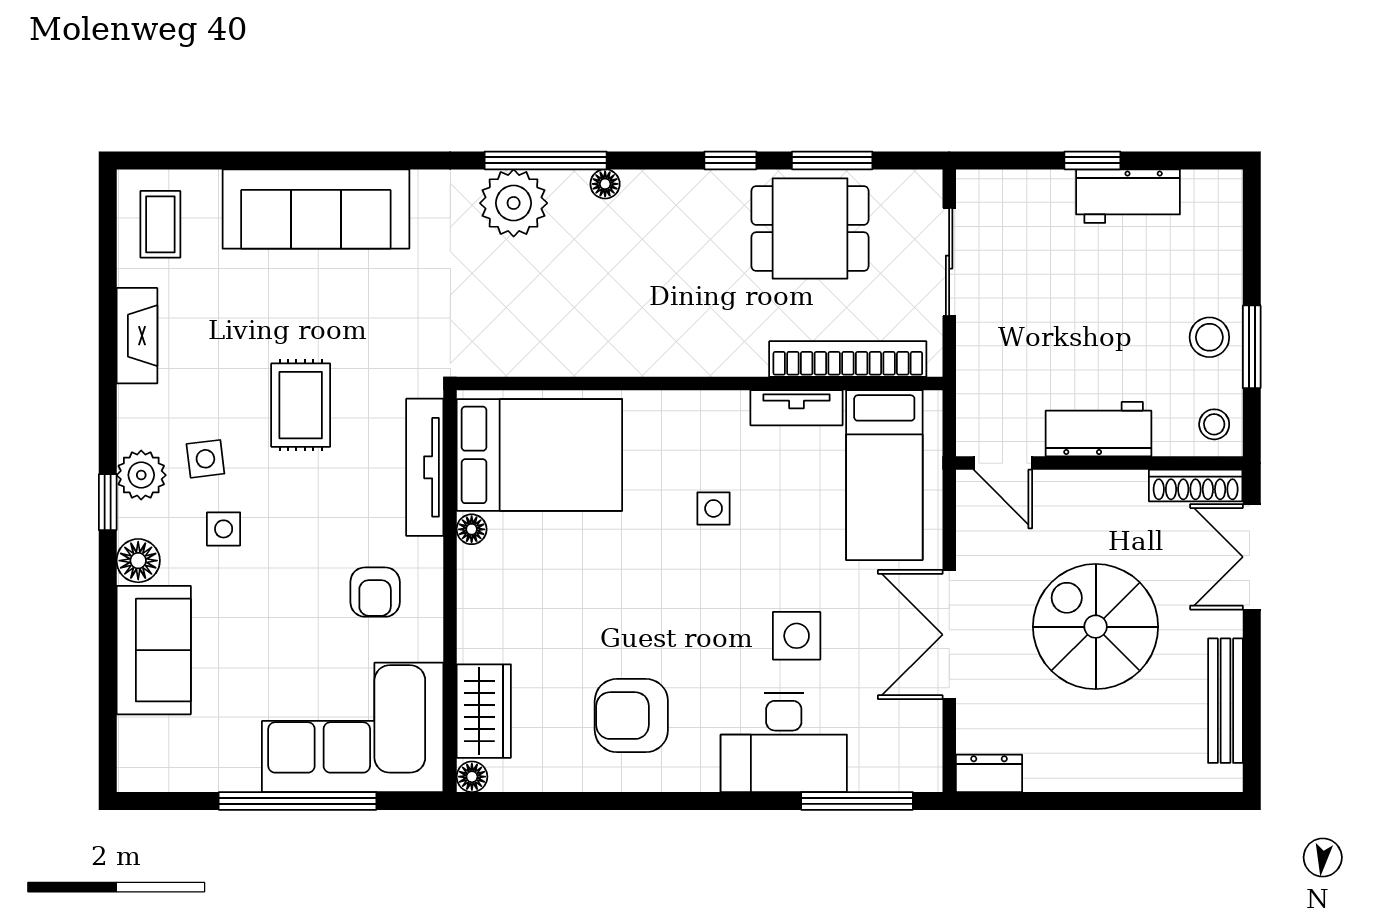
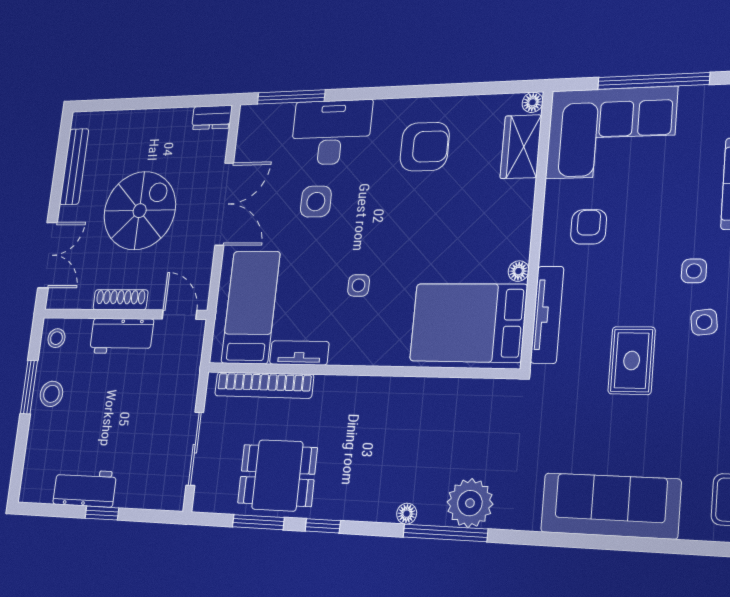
shoe rack: (1196, 486) -> (120, 300), moved
spiral stairs: (1096, 627) -> (140, 211), turned -90

